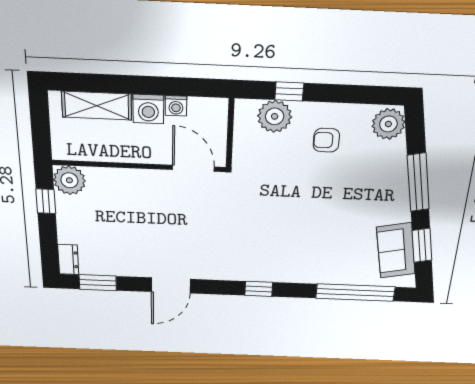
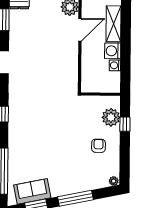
plant: (388, 124) -> (114, 181), width x0.53, depth x0.53
door: (193, 168) -> (80, 30), moved

